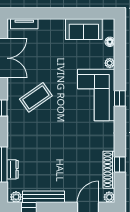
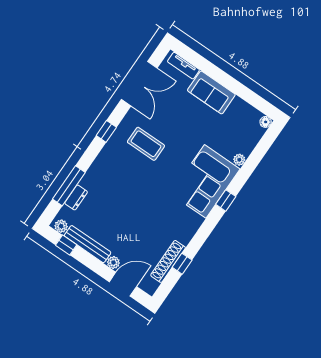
sofa: (84, 29) -> (211, 92), moved
floor lamp: (110, 42) -> (266, 122), moved
coffee table: (36, 97) -> (146, 144), turned 35
plant: (109, 197) -> (113, 263), moved

